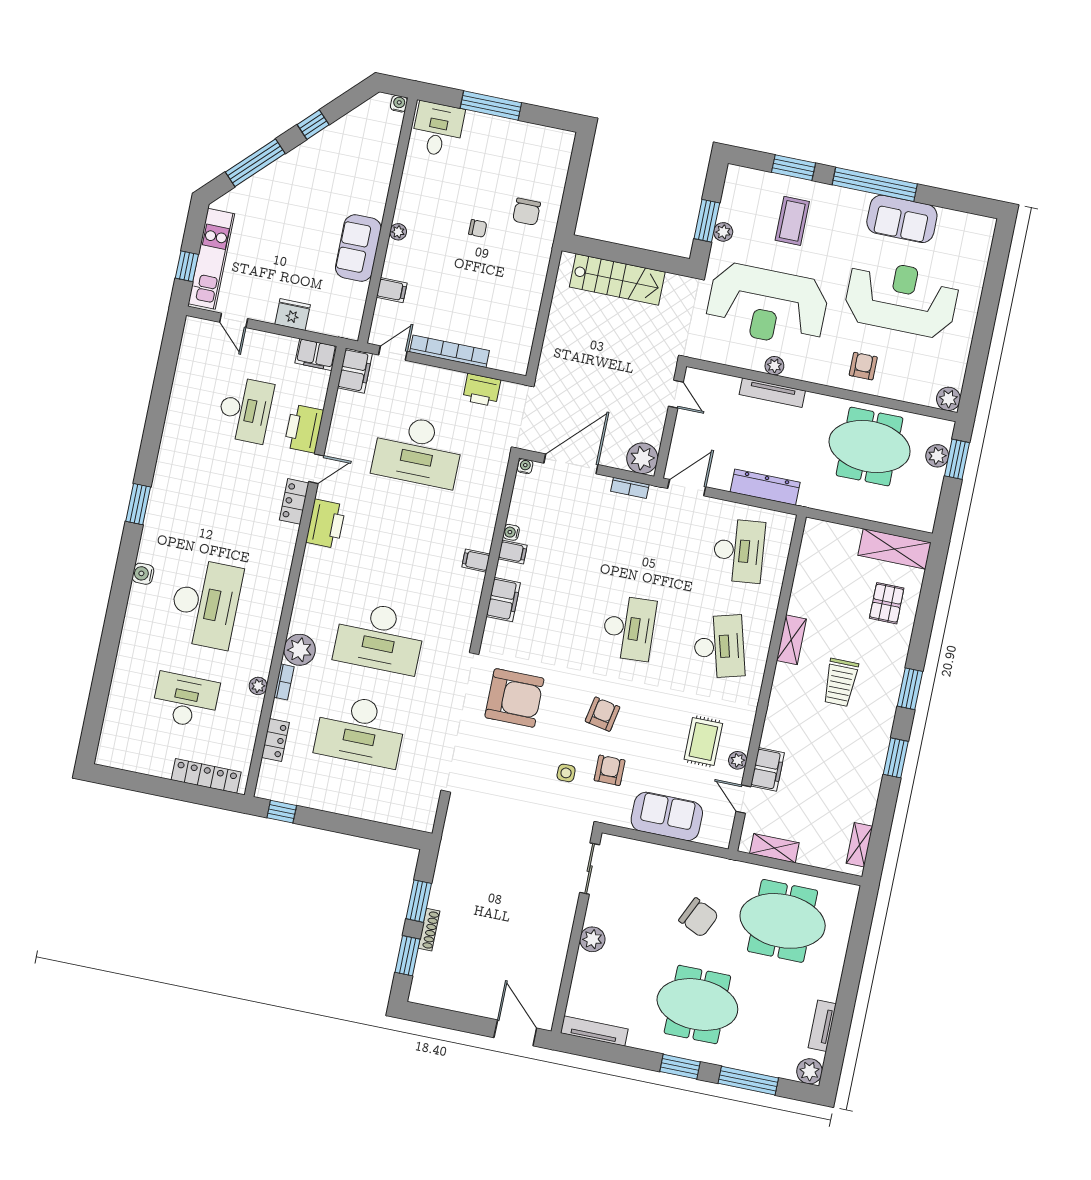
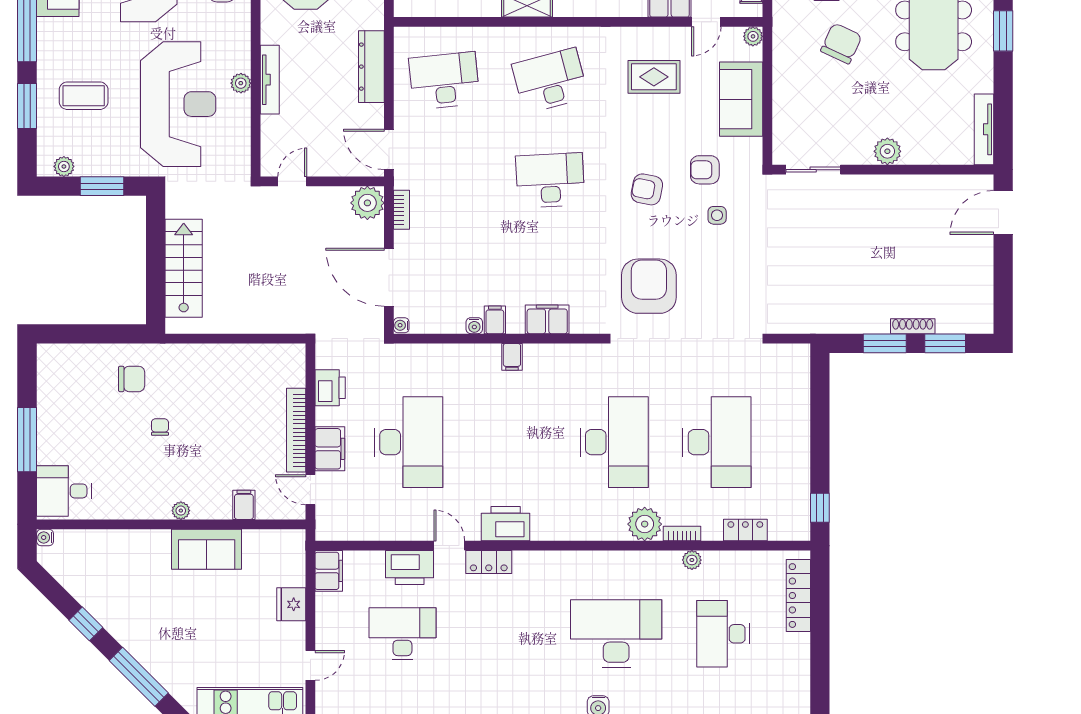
plant: (723, 232) -> (64, 166), moved
filing cabinet: (355, 371) -> (330, 449), moved, turned 90
plant: (738, 760) -> (753, 36), moved

